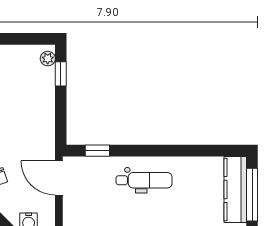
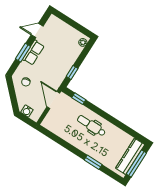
window: (61, 74) -> (72, 72), moved
dental chair: (144, 180) -> (91, 126), turned 180

